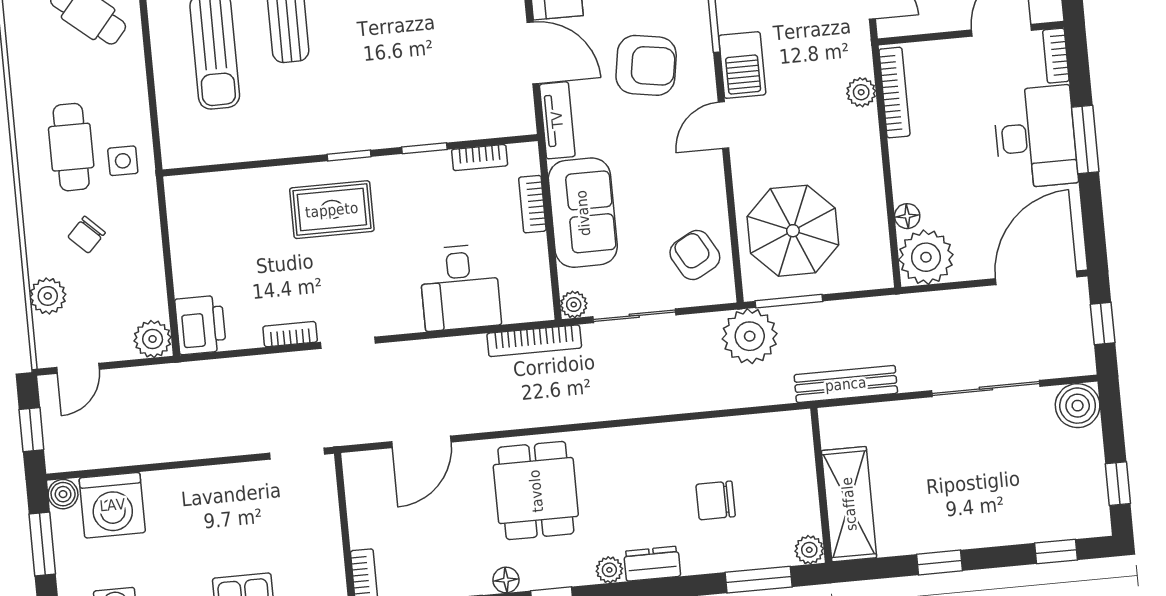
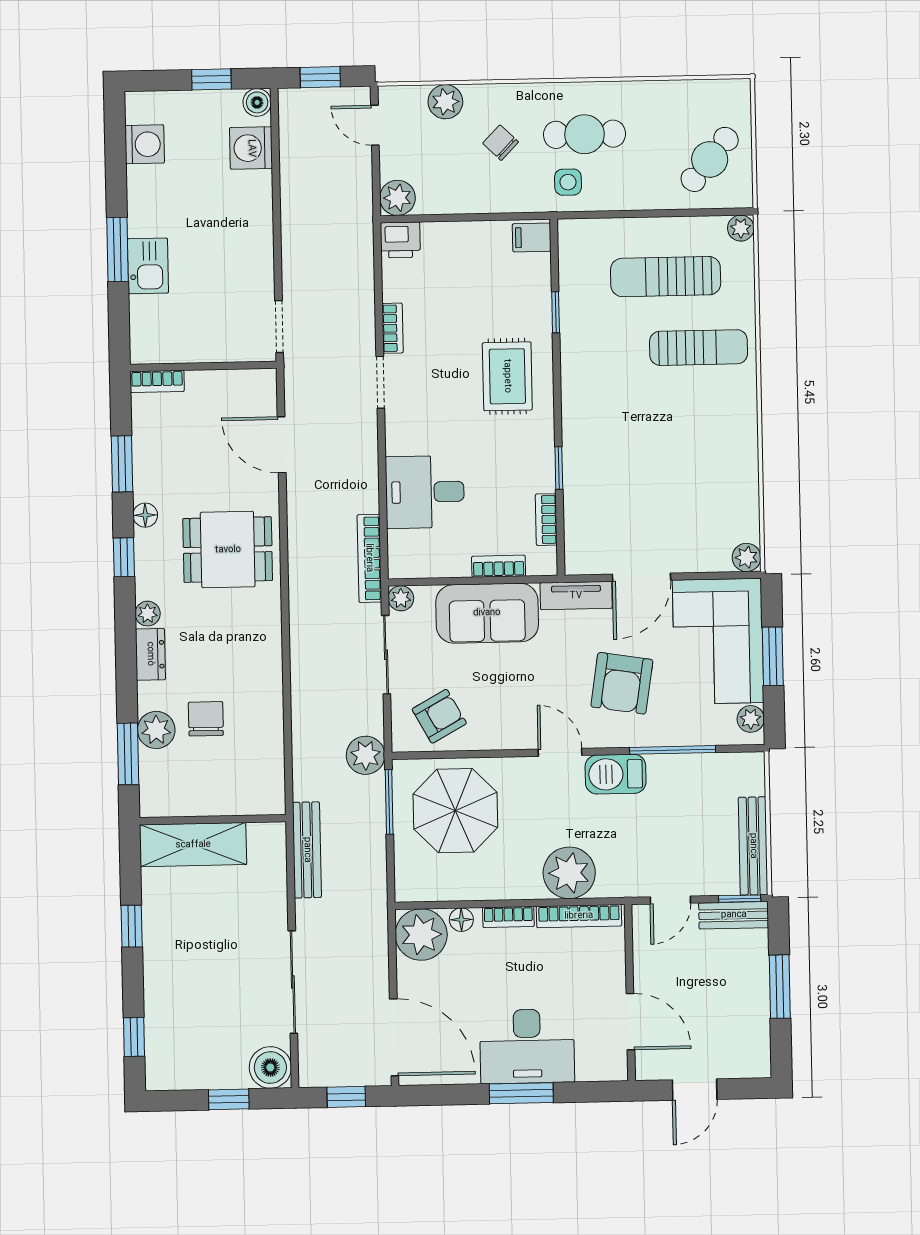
bookcase: (1056, 56) -> (508, 917), moved, turned 180
plant: (861, 92) -> (569, 873), width x1.88, depth x1.88
window: (349, 155) -> (556, 312), moved
filing cabinet: (184, 195) -> (532, 237), added
printer: (200, 325) -> (400, 240), width x0.73, depth x0.81
plant: (750, 336) -> (366, 755), width x0.73, depth x0.73
window: (1118, 484) -> (229, 1099), moved
washing machine: (112, 505) -> (251, 148), width x0.73, depth x0.73
window: (42, 544) -> (211, 79), width x0.67
plant: (809, 550) -> (156, 730), moved, width x1.38, depth x1.38

